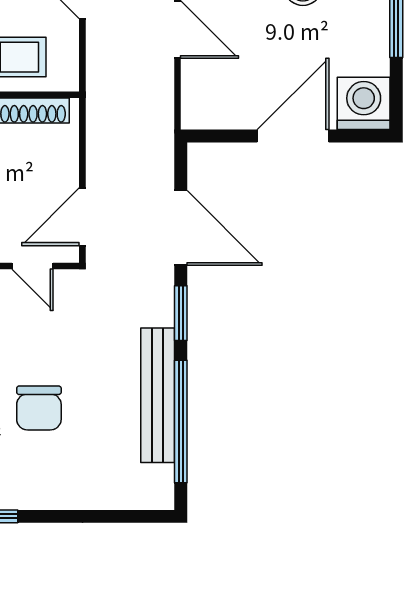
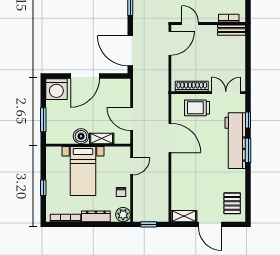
door: (181, 228) -> (130, 51), moved

